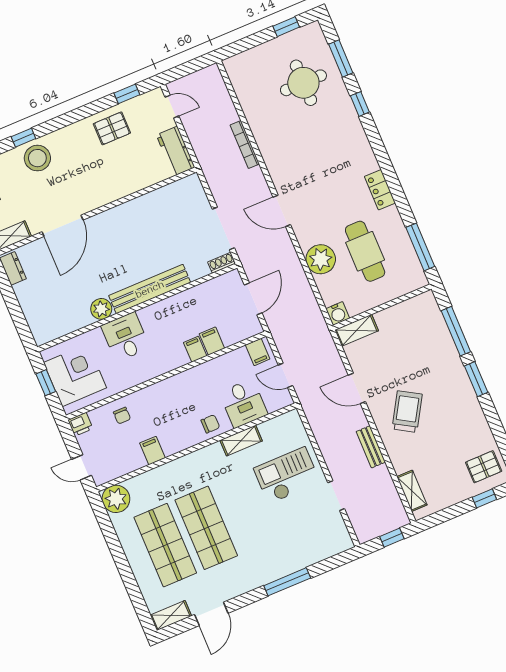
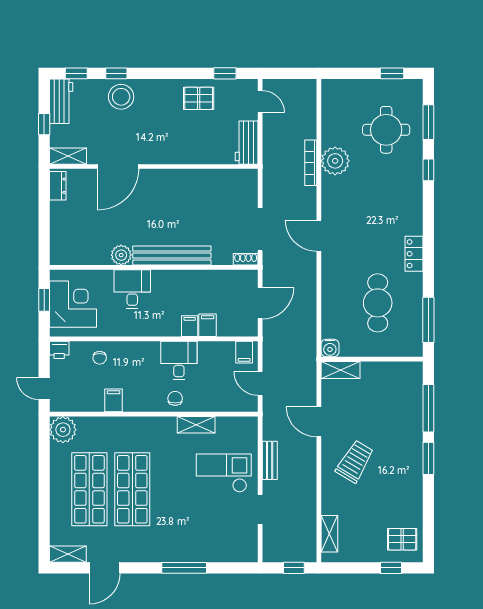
plant: (321, 259) -> (335, 161), moved
desk: (243, 403) -> (179, 361), moved, turned 180
chair: (210, 424) -> (175, 398), turned -90
bench: (371, 447) -> (270, 460), moved

